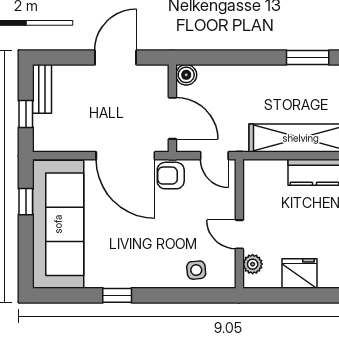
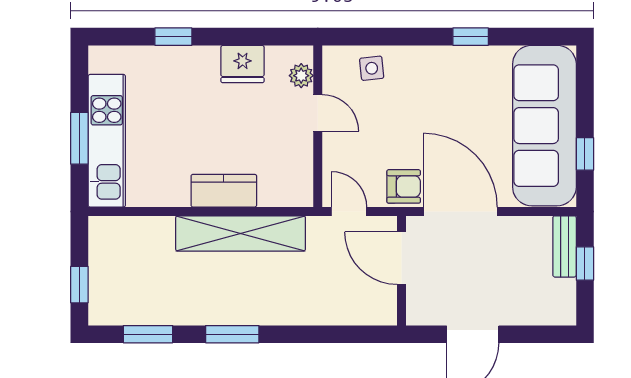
boiler: (186, 75) -> (384, 312), removed
bench: (42, 89) -> (565, 246), moved

